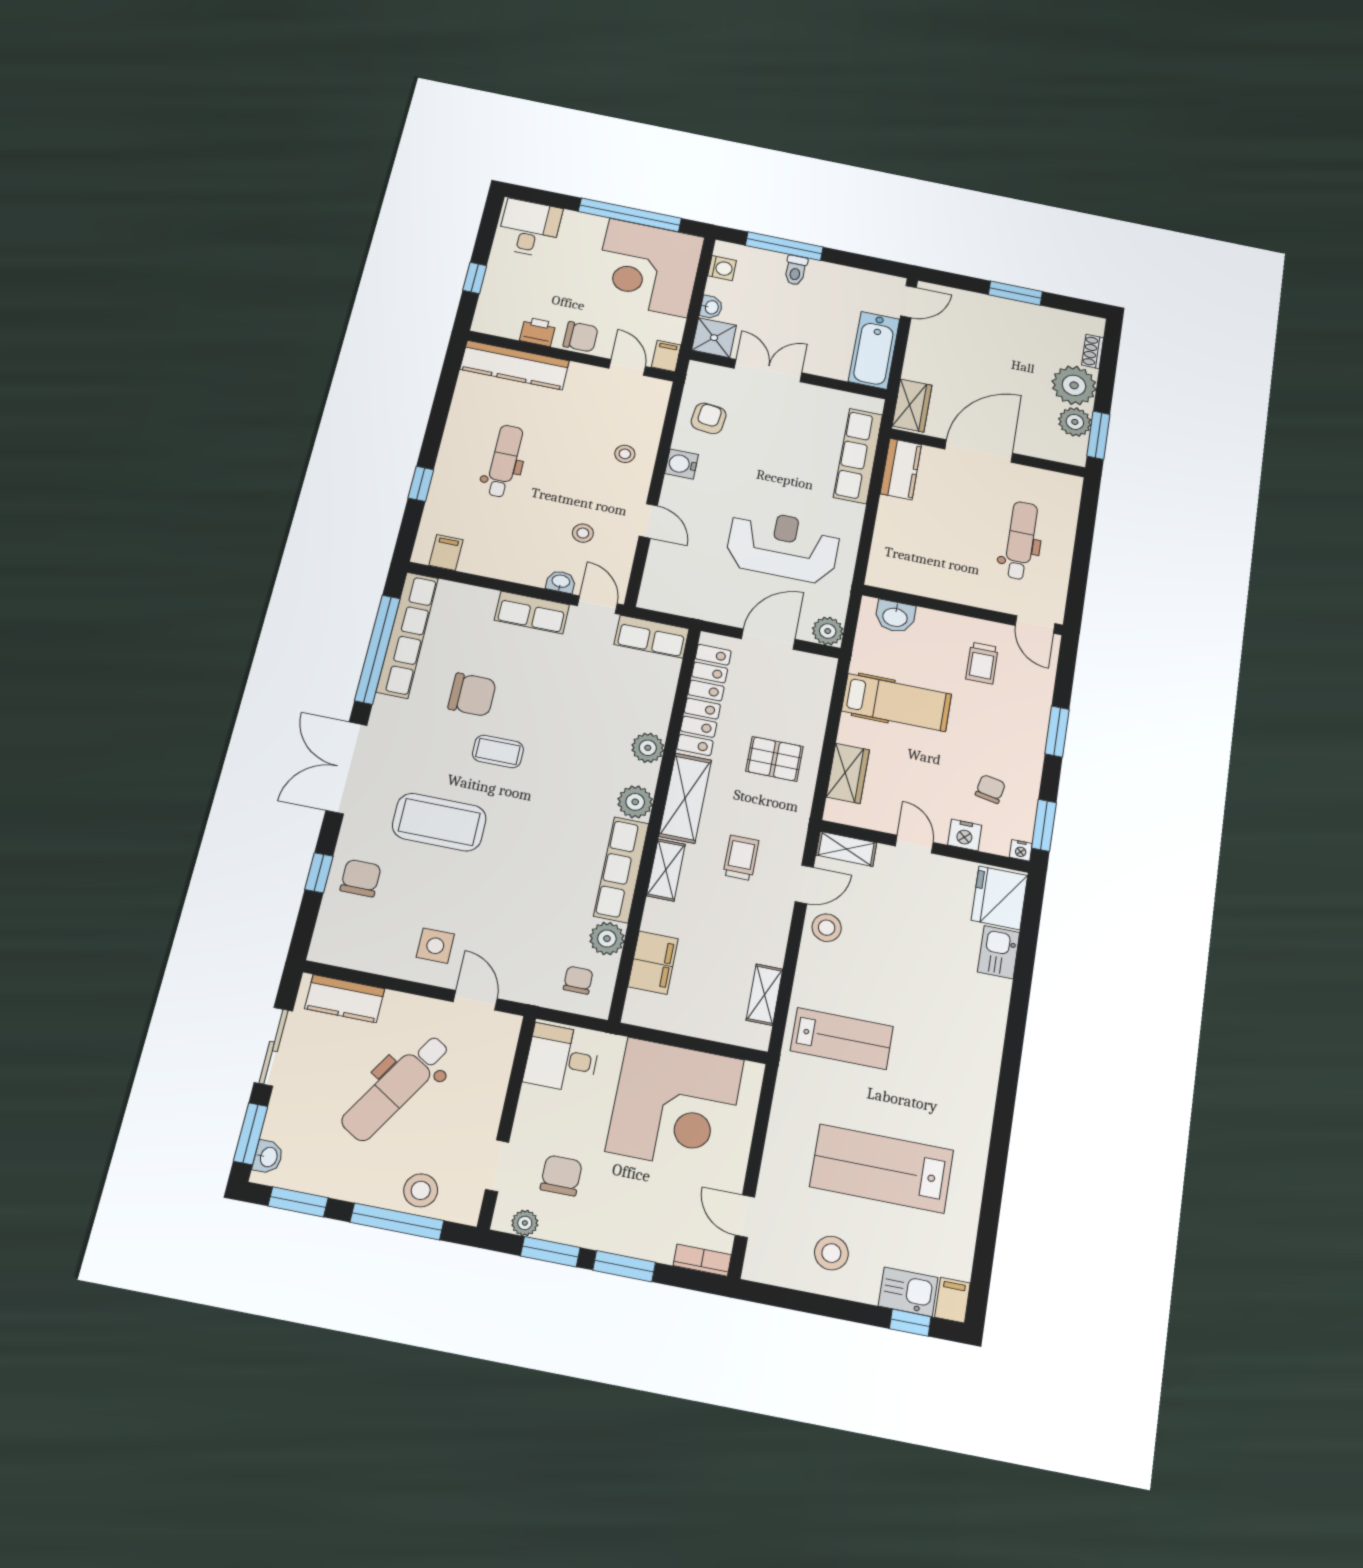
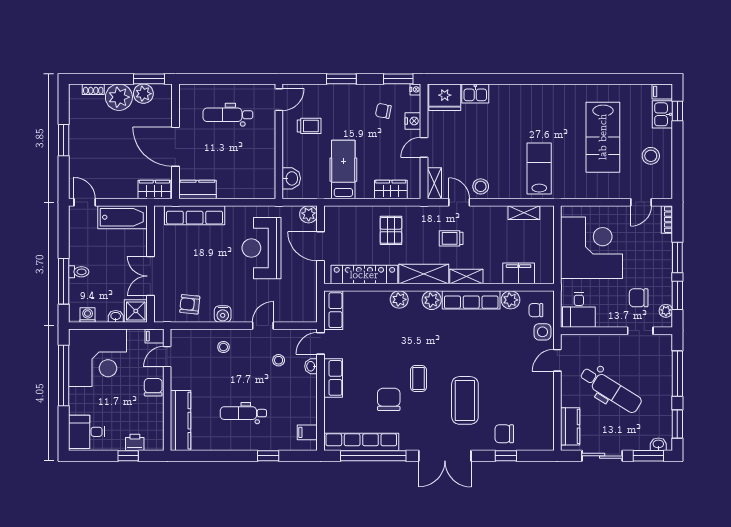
printer: (538, 332) -> (135, 442), moved, turned 90
side table: (435, 946) -> (542, 332), moved
stool: (421, 1190) -> (660, 366), removed

